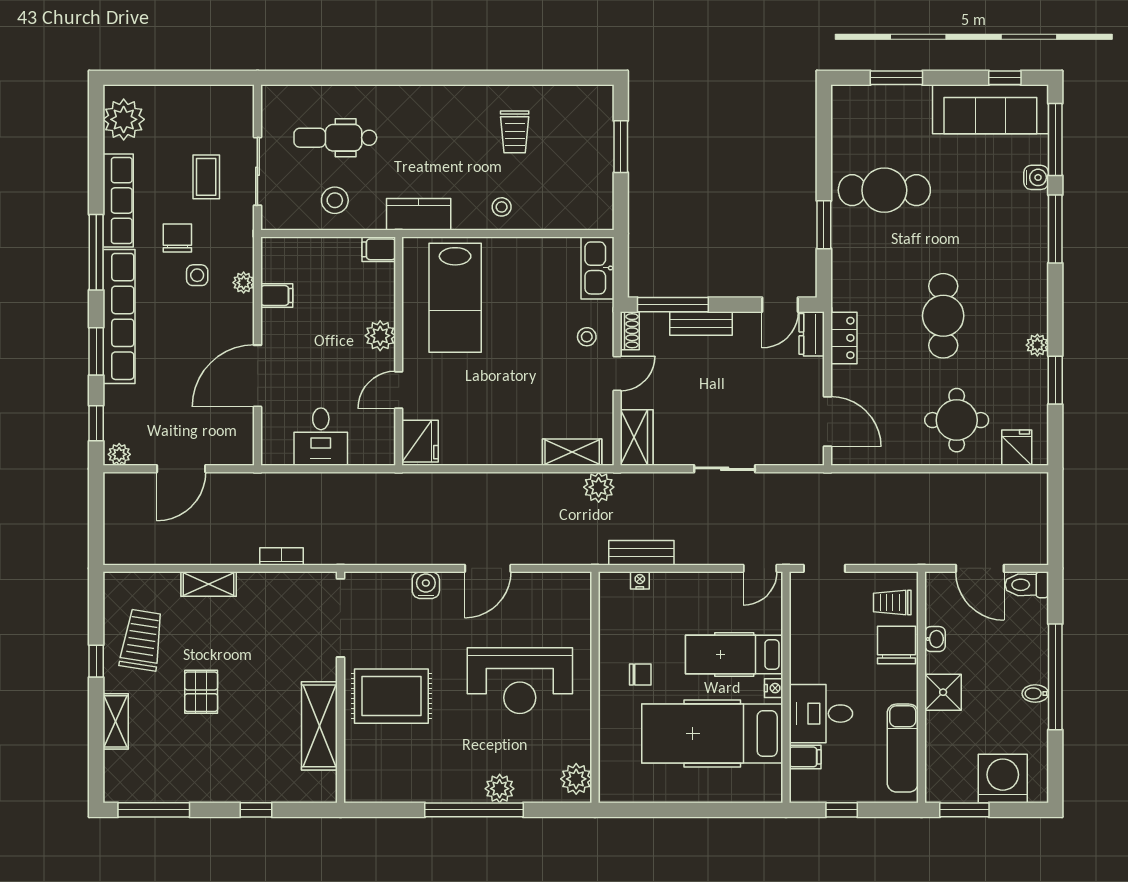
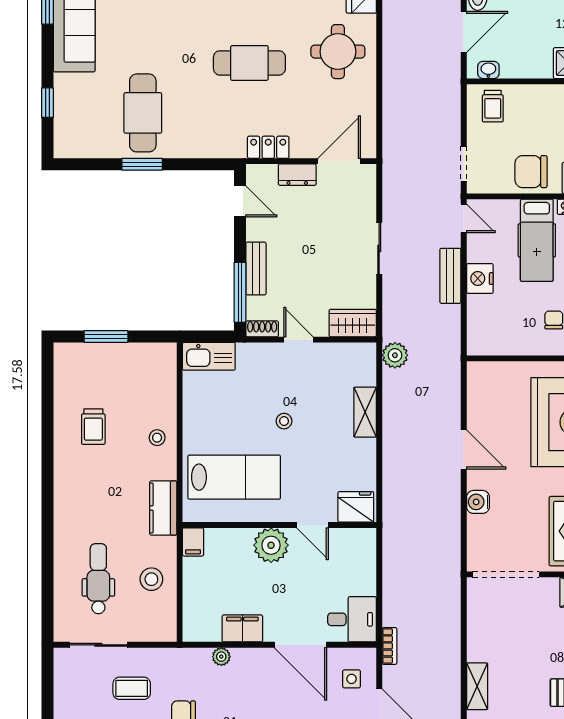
window: (896, 78) -> (47, 103), width x0.67
trolley: (515, 132) -> (93, 427), turned 90
dental chair: (335, 138) -> (98, 579), turned 180
sliding door: (257, 171) -> (98, 645), moved
window: (824, 225) -> (142, 164), moved
side table: (197, 275) -> (352, 679), moved
filing cabinet: (277, 296) -> (242, 628), width x2.00
dresser: (812, 334) -> (297, 175), moved
plant: (380, 336) -> (271, 545), width x1.36, depth x1.36
stool: (587, 337) -> (284, 421), moved
desk: (321, 437) -> (352, 619), moved
shelving: (572, 452) -> (365, 412), moved
bench: (641, 553) -> (450, 276), moved
bookcase: (281, 556) -> (389, 646), moved, turned 180
nightstand: (640, 580) -> (480, 279), moved, width x1.89, depth x1.79
washbasin: (935, 639) -> (488, 70), moved
chair: (896, 645) -> (531, 172), moved

